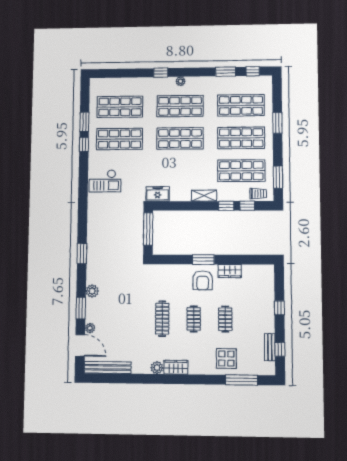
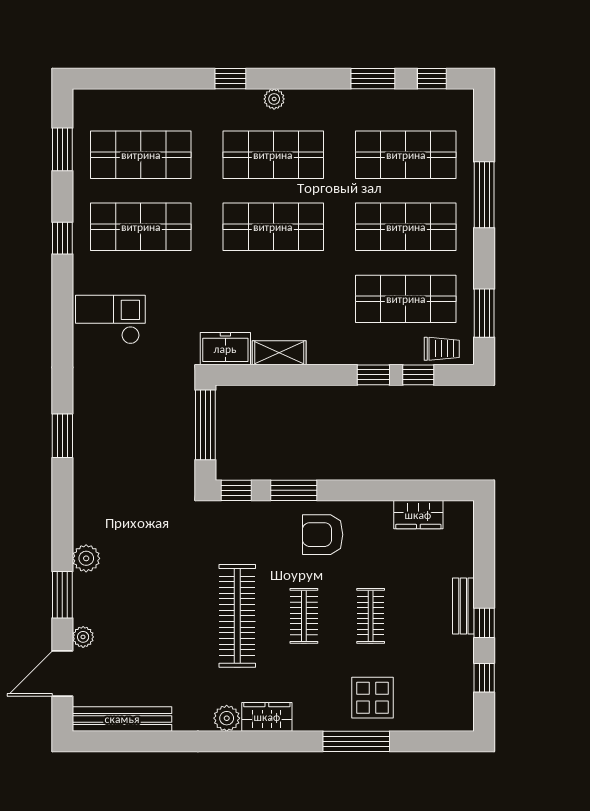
window: (84, 122) -> (62, 149), moved
window: (277, 123) -> (484, 195), width x1.44
checkout: (105, 181) -> (110, 320), turned 180
shelving: (204, 196) -> (279, 353), moved
window: (82, 254) -> (62, 436), moved
window: (162, 259) -> (236, 490), added
window: (203, 260) -> (294, 490), moved
wardrobe: (230, 271) -> (418, 515), moved
armchair: (203, 280) -> (323, 535), turned 90
window: (279, 308) -> (484, 623), moved
clothes rail: (162, 319) -> (237, 616), width x1.37, depth x1.31
door: (80, 345) -> (62, 673), swing flipped
bench: (270, 347) -> (463, 606), moved
window: (241, 380) -> (356, 741), moved

